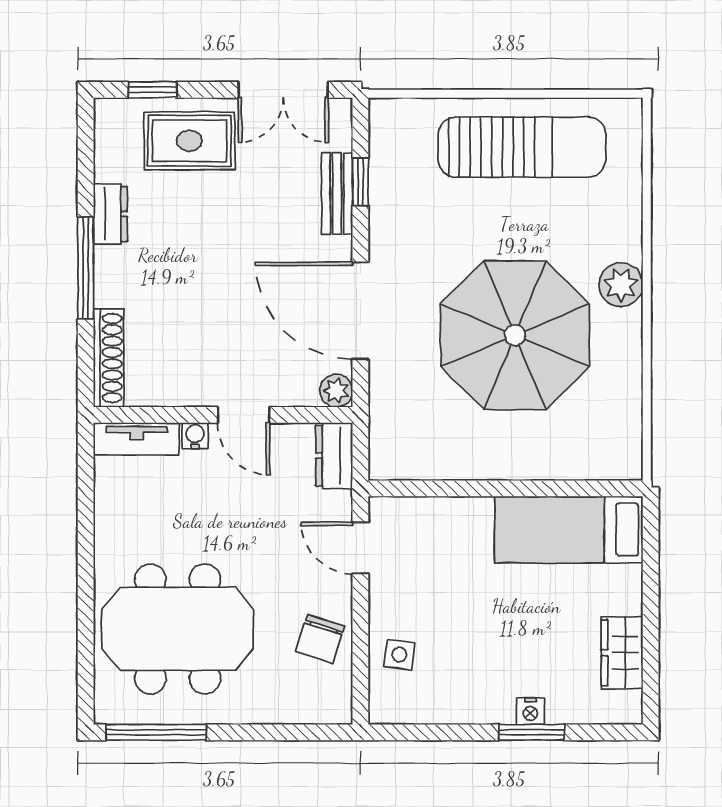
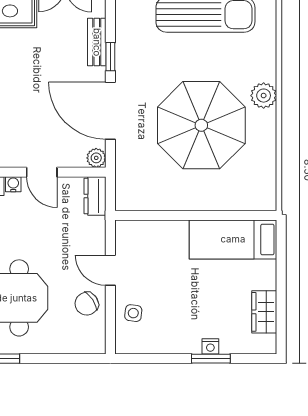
window: (360, 182) -> (110, 57), moved
door: (360, 548) -> (110, 270), moved
chair: (320, 639) -> (87, 304), turned 38

